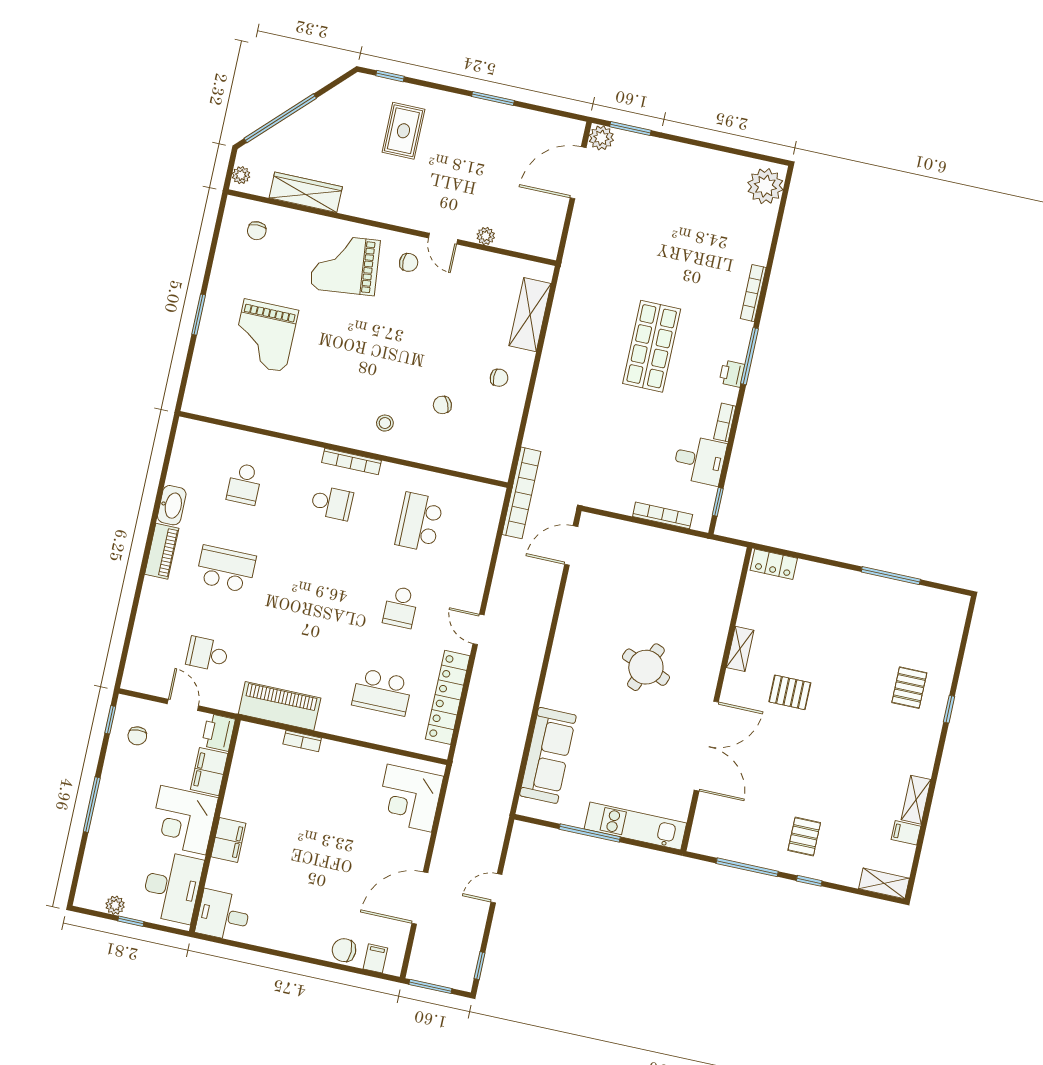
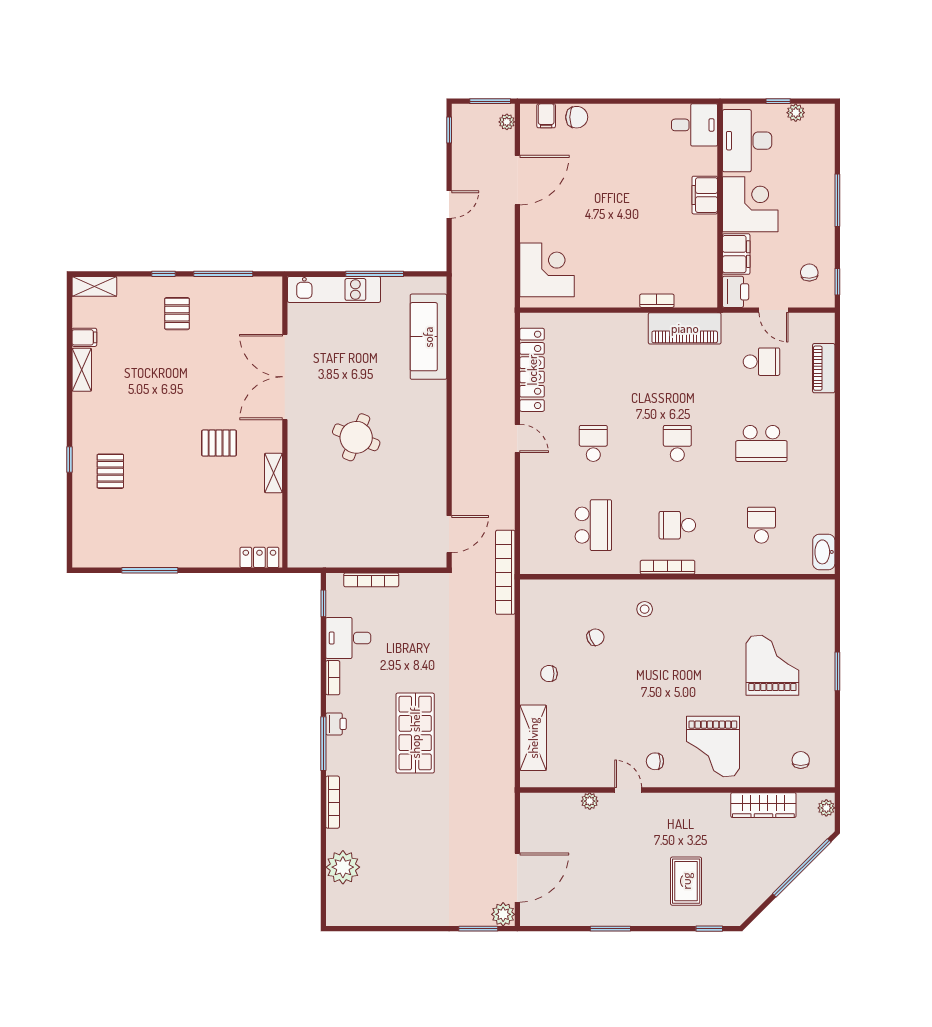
plant: (765, 186) -> (343, 867), moved
grand piano: (345, 265) -> (713, 747), turned 96
washbasin: (172, 505) -> (824, 552), moved
piano: (162, 551) -> (824, 368), moved
school desk: (382, 692) -> (677, 443), moved, width x0.54
plant: (418, 961) -> (507, 122), added

